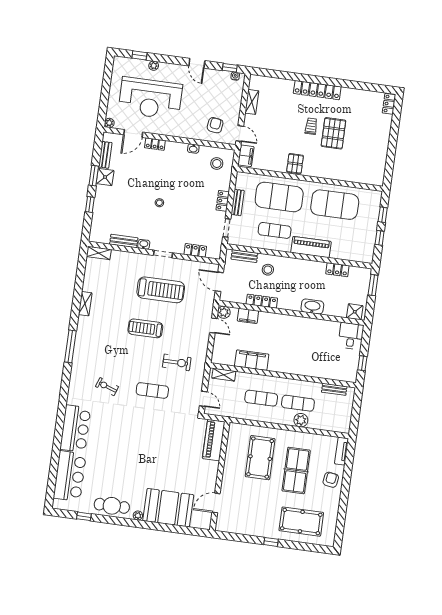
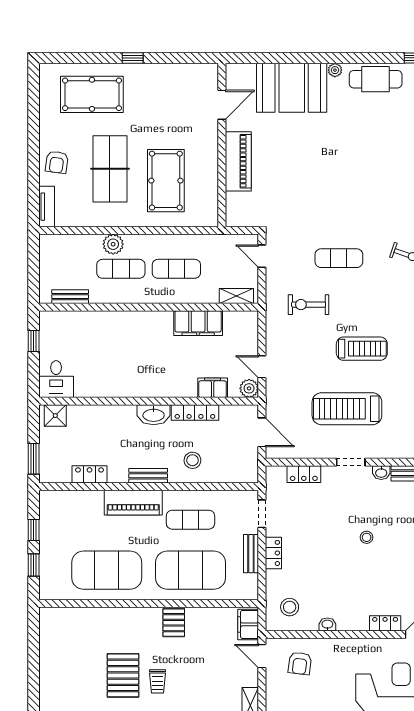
bench: (244, 256) -> (148, 476), moved
washbasin: (312, 307) -> (154, 415), moved
piano: (214, 440) -> (238, 161), moved

